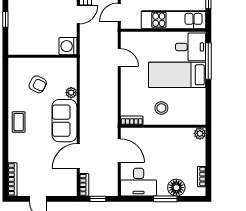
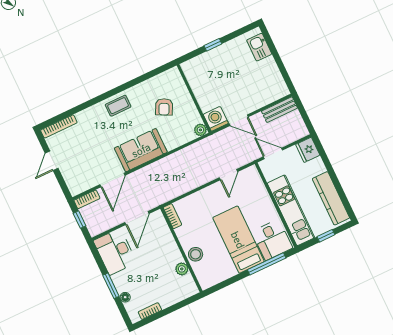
door: (78, 15) -> (239, 120), moved
plant: (71, 93) -> (200, 130), moved
stool: (161, 108) -> (196, 254), moved
plant: (200, 133) -> (182, 269), moved
door: (78, 156) -> (112, 180), swing flipped
floor lamp: (176, 188) -> (125, 297), width x0.53, depth x0.53

